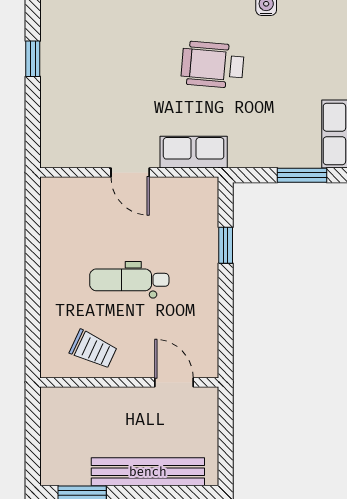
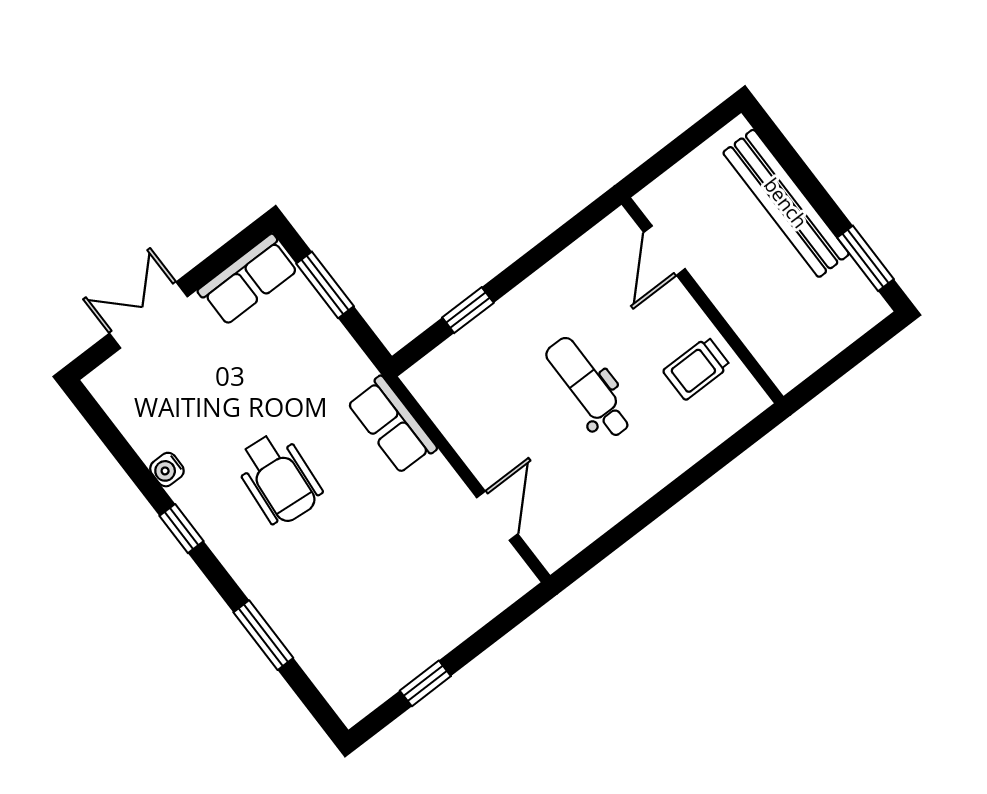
door: (130, 172) -> (497, 516), moved
dental chair: (129, 280) -> (589, 388), turned 180
trolley: (93, 349) -> (697, 368), turned -115

